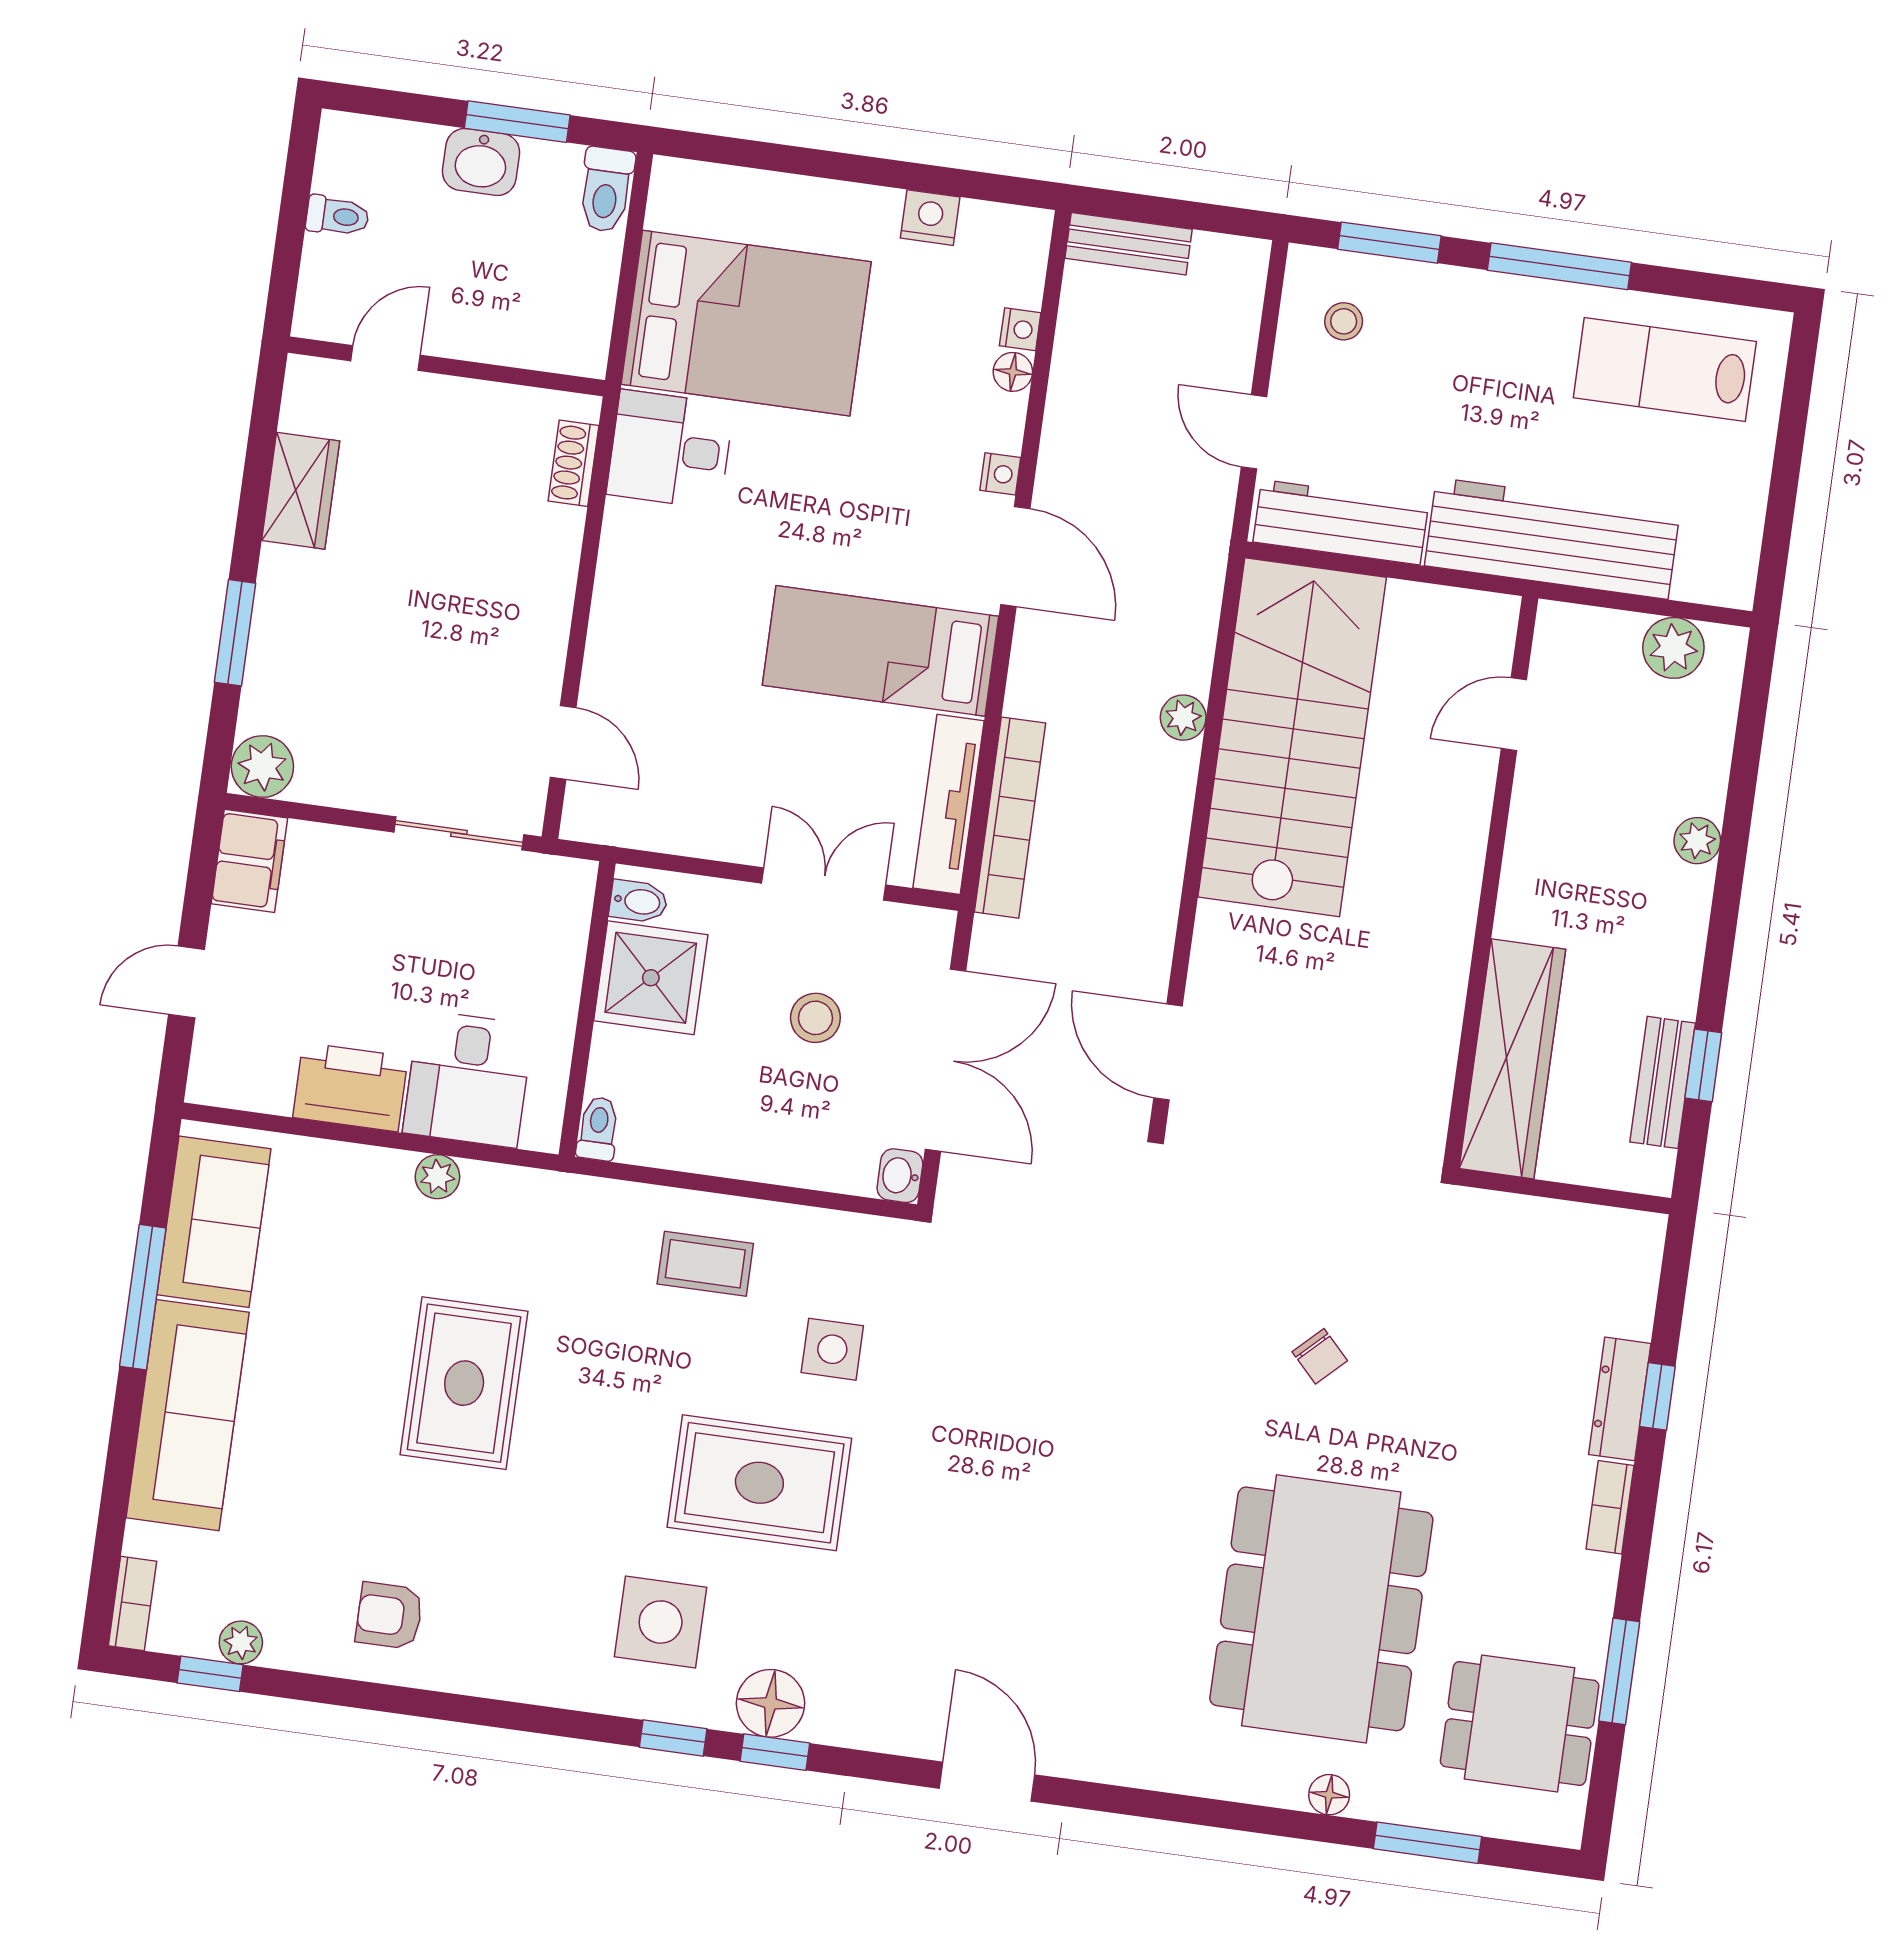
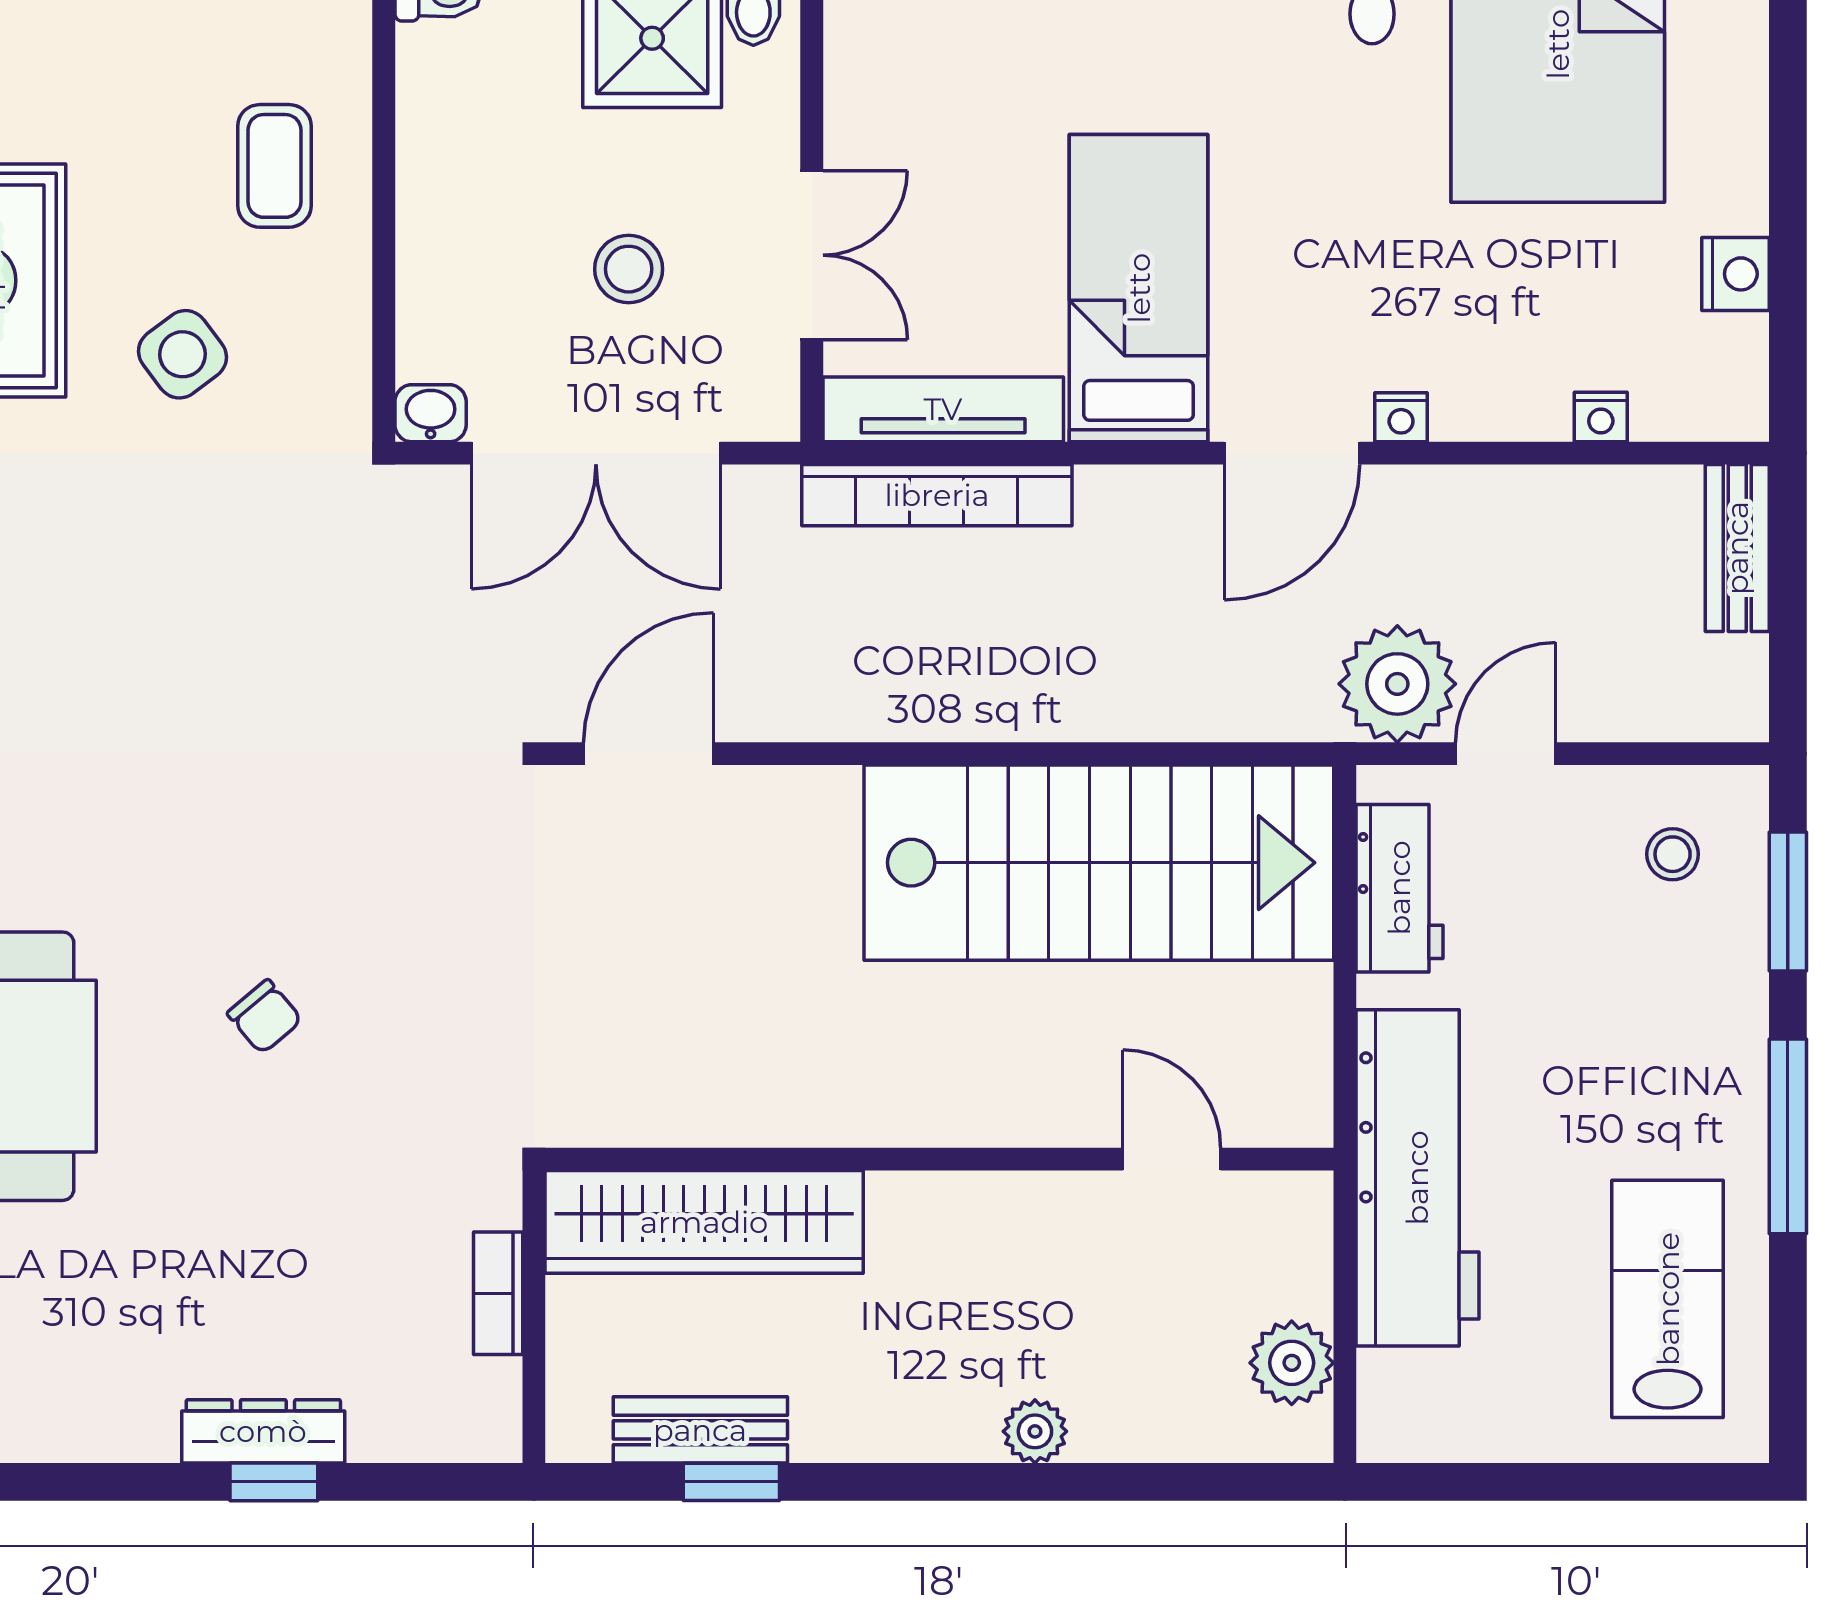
floor lamp: (1013, 372) -> (1542, 415), removed
workbench: (1341, 522) -> (1399, 888), width x0.73
plant: (1183, 718) -> (1397, 684), moved, width x1.87, depth x1.87
side table: (832, 1349) -> (182, 354), turned -37
chair: (1320, 1356) -> (265, 1017), turned -86
bookcase: (1610, 1507) -> (498, 1293), moved, turned -90

